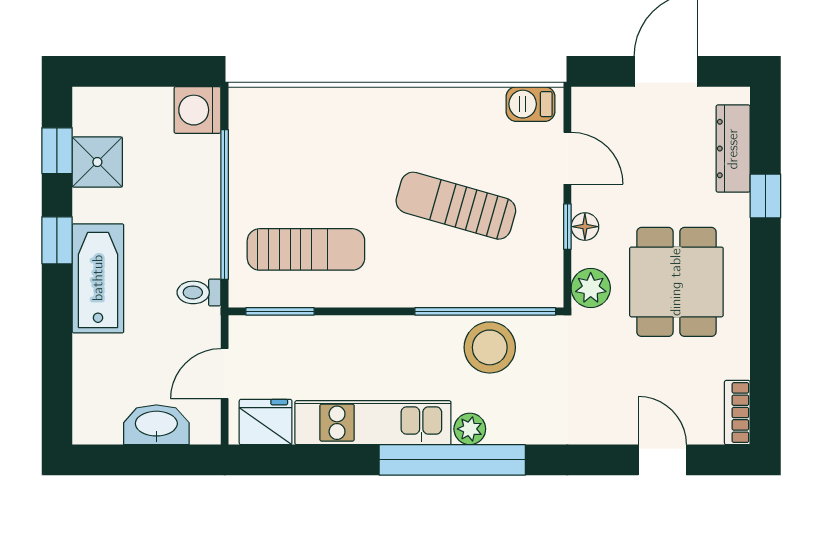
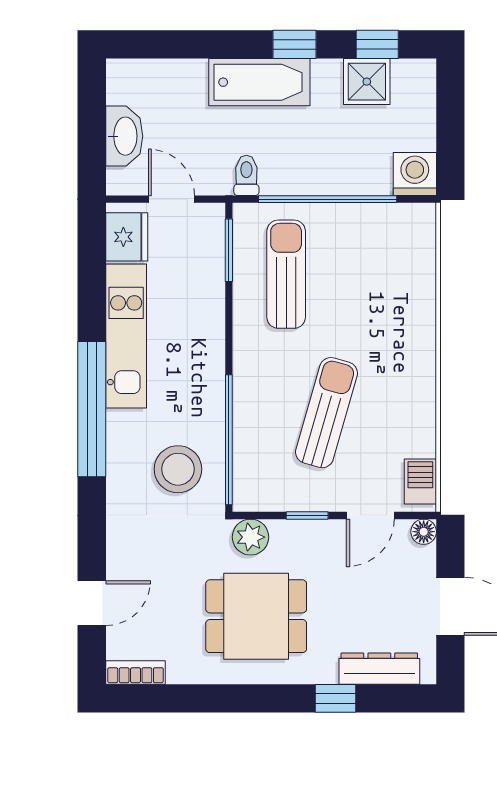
floor lamp: (585, 227) -> (424, 532), moved
sun lounger: (306, 249) -> (286, 274), turned 180
stool: (490, 347) -> (178, 469), moved
plant: (470, 429) -> (120, 425), removed

